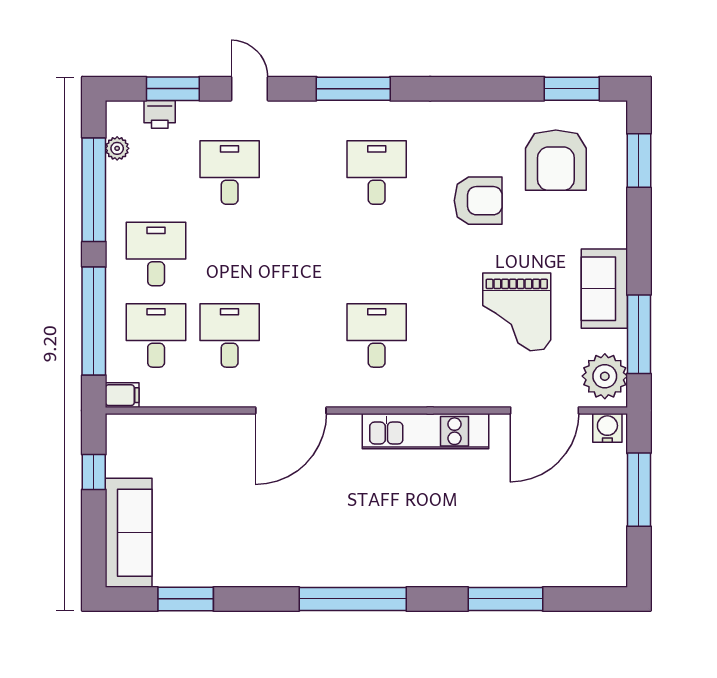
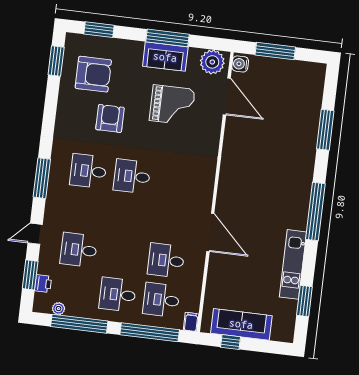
window: (639, 334) -> (167, 38), moved
desk: (377, 335) -> (132, 176), moved
kitchen unit: (425, 431) -> (293, 264), moved, turned 180
sofa: (129, 533) -> (241, 324), moved

